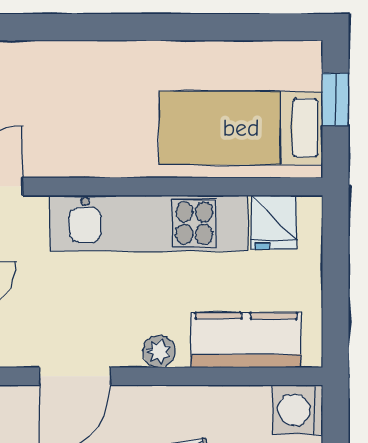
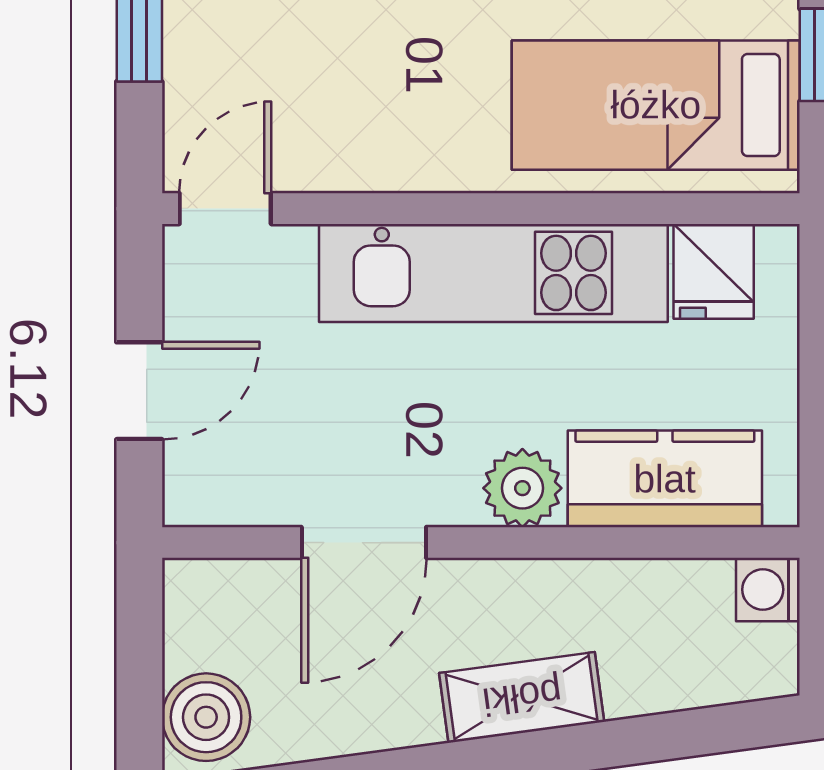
plant: (159, 351) -> (522, 488), width x1.38, depth x1.38
washing machine: (298, 410) -> (768, 590), width x0.73, depth x0.73

